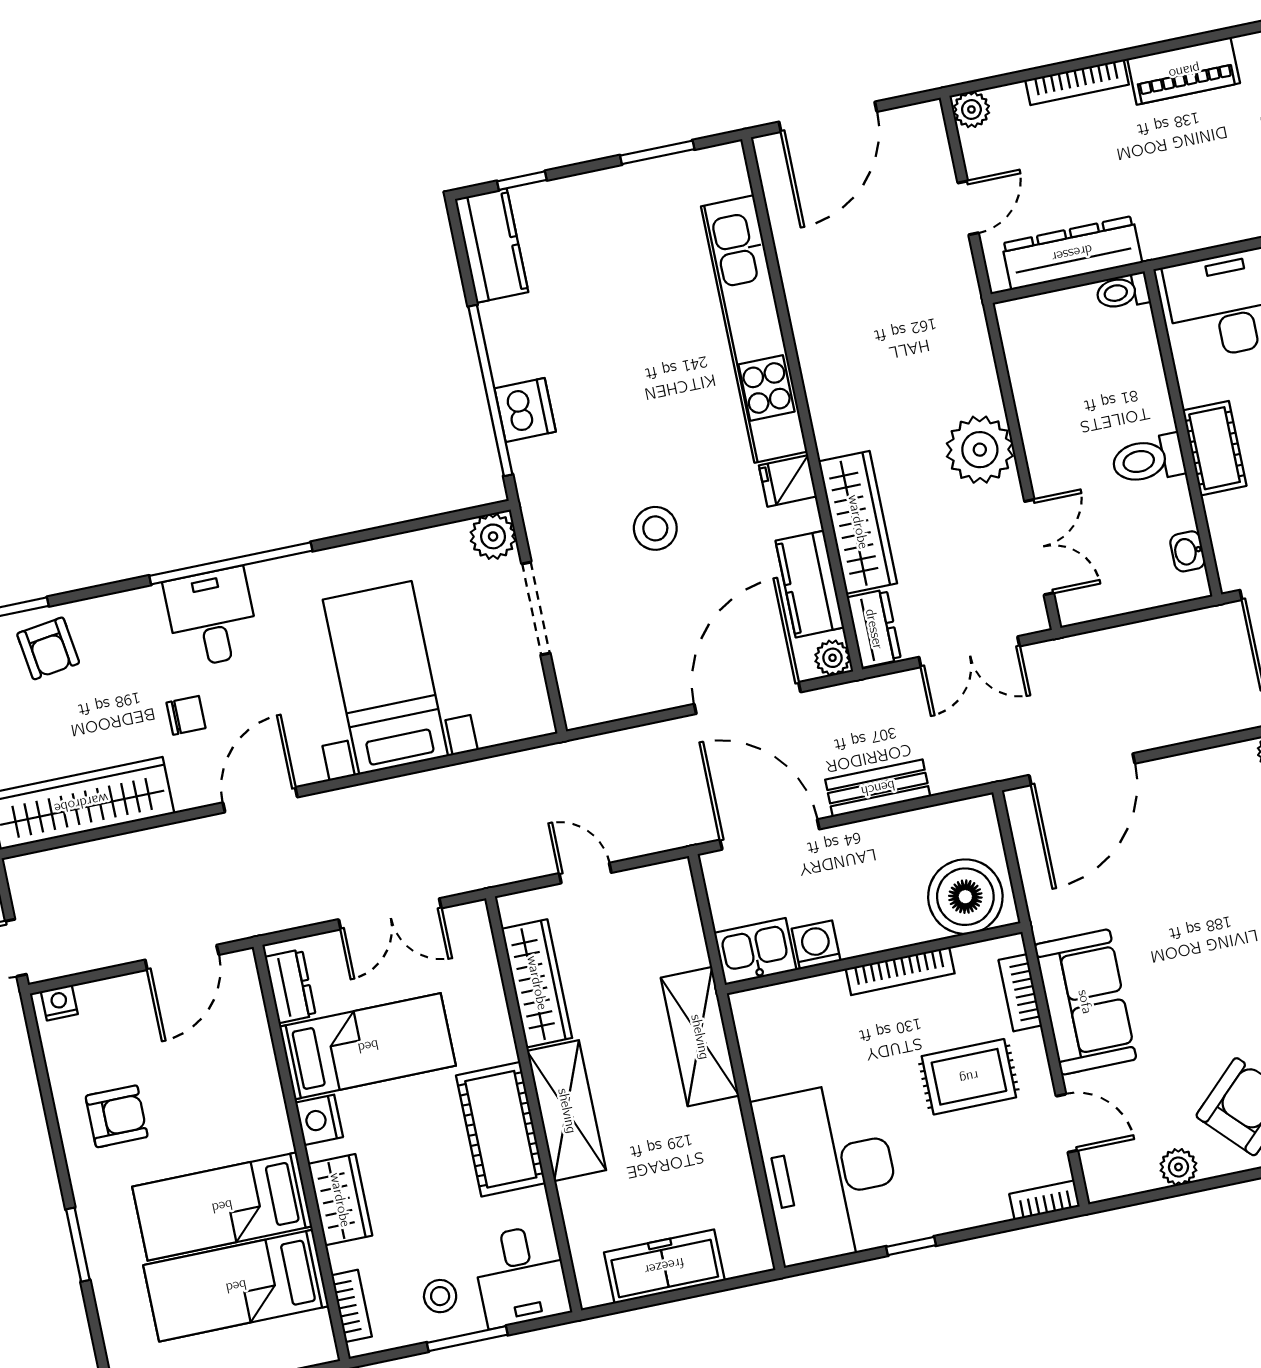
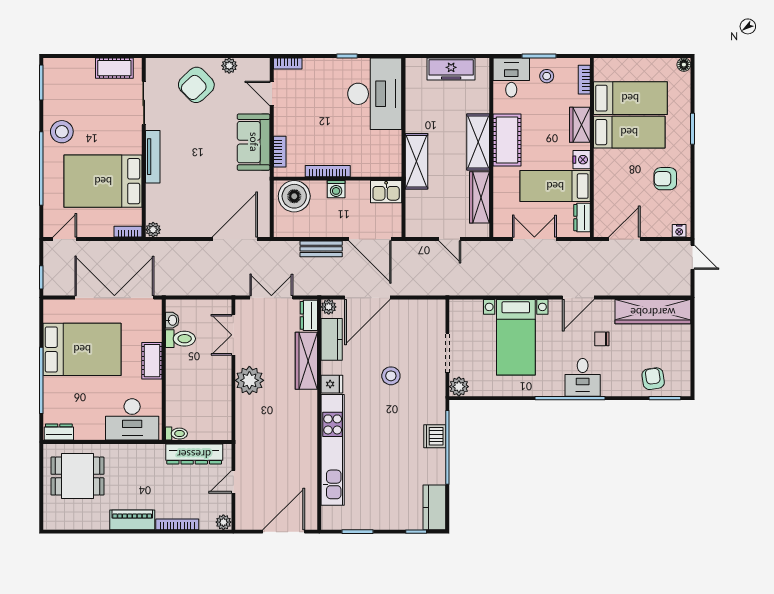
toilet: (1148, 460) -> (180, 339), moved
washing machine: (816, 945) -> (336, 189), moved
rug: (969, 1077) -> (308, 121), removed

